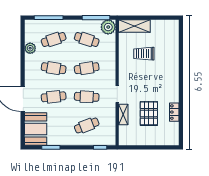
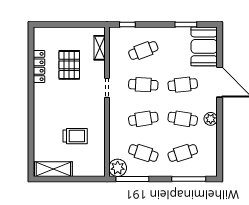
shelving: (134, 26) -> (53, 169), moved
plant: (30, 48) -> (211, 119), moved
locker: (174, 112) -> (39, 67), width x1.53
shelving: (123, 114) -> (100, 48), moved

